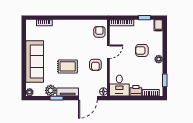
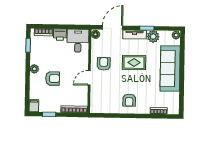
armchair: (99, 32) -> (129, 100), moved

